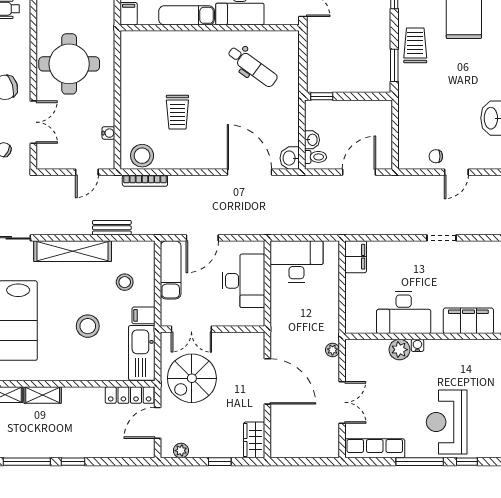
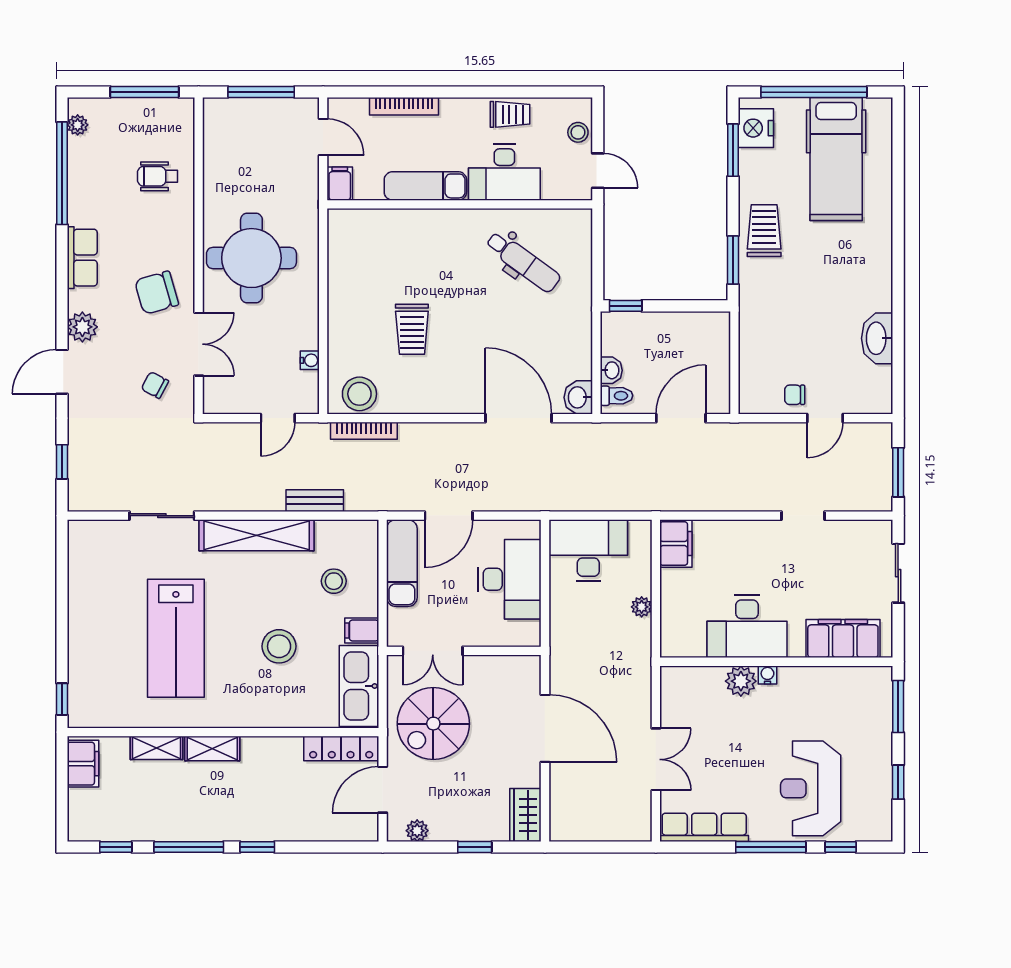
plant: (332, 350) -> (642, 607), moved

